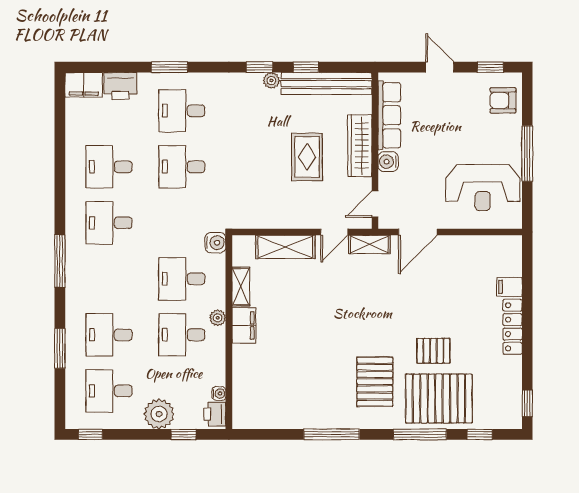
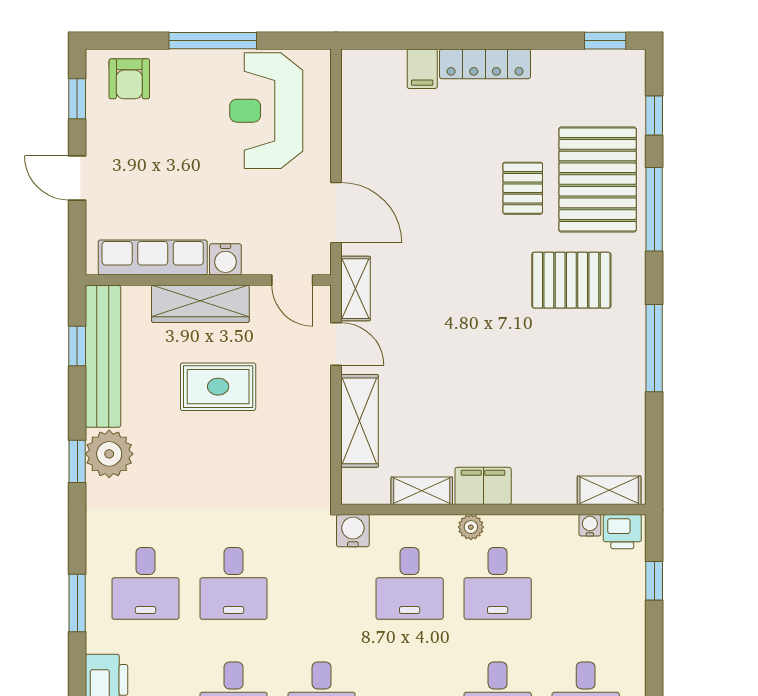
window: (306, 67) -> (77, 346), moved
door: (440, 67) -> (77, 178), hinge flipped
plant: (271, 80) -> (109, 454), width x1.88, depth x1.88
reception desk: (483, 188) -> (266, 111), turned 180
shelving: (241, 406) -> (609, 490), added
plant: (159, 414) -> (622, 619), removed

